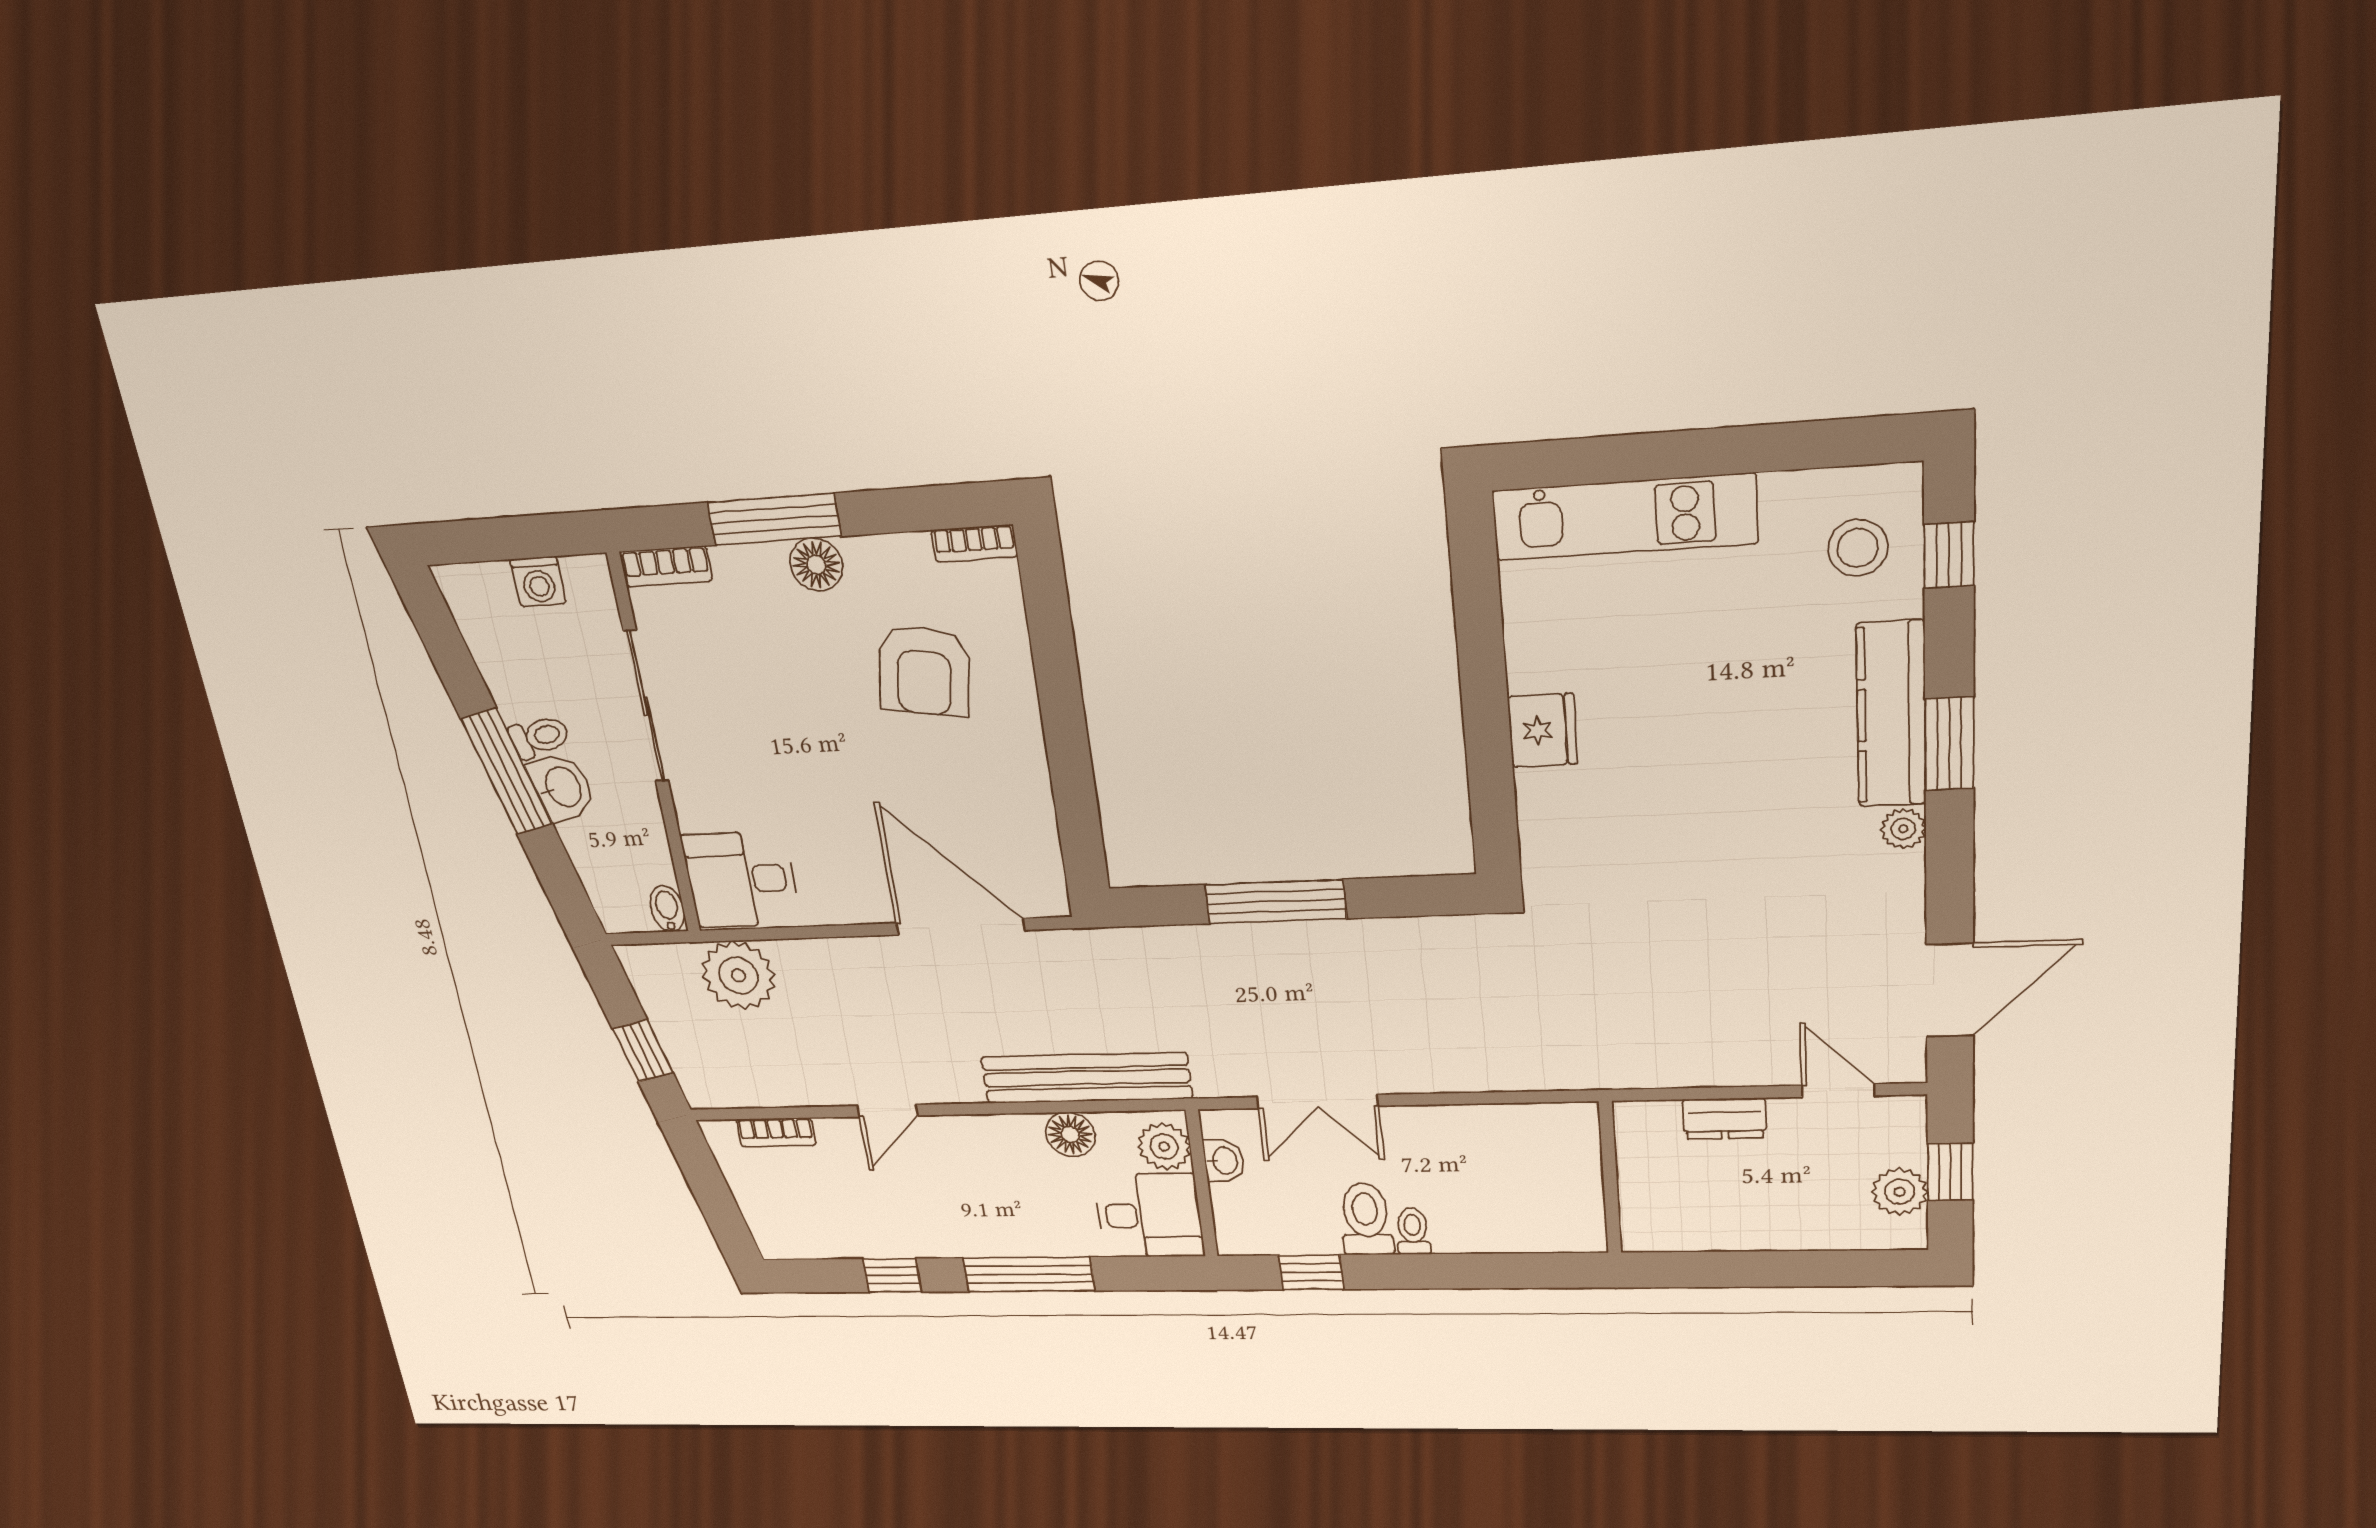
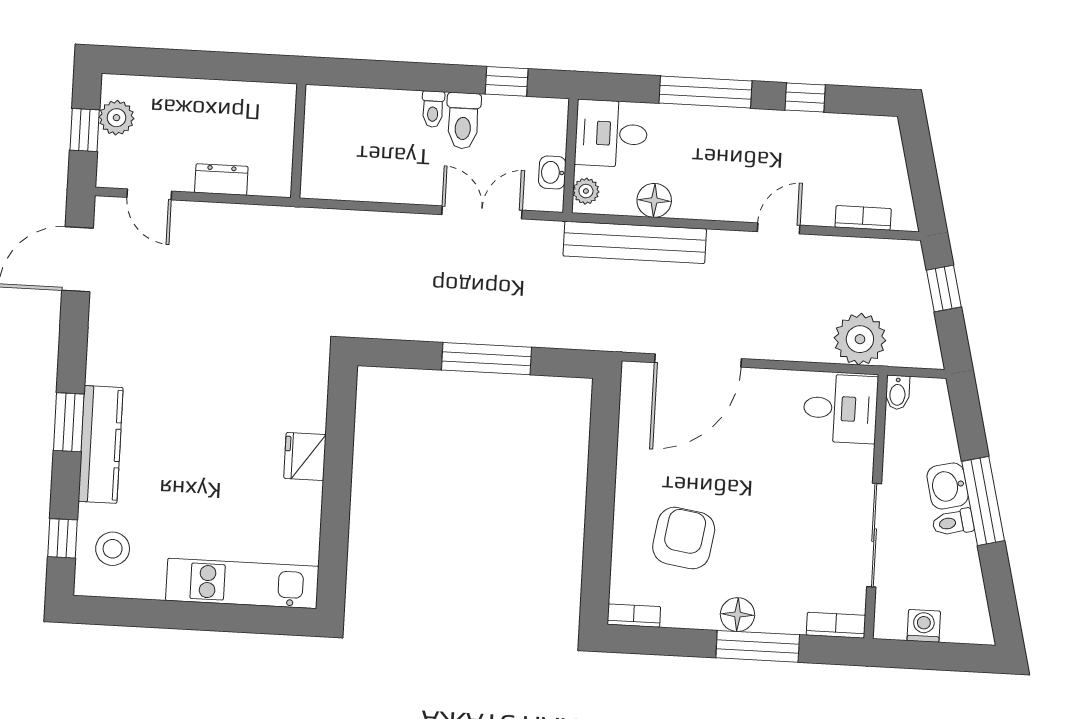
plant: (1903, 829) -> (98, 370), removed
door: (960, 927) -> (698, 361), hinge flipped
plant: (1164, 1146) -> (586, 191), width x0.73, depth x0.73

